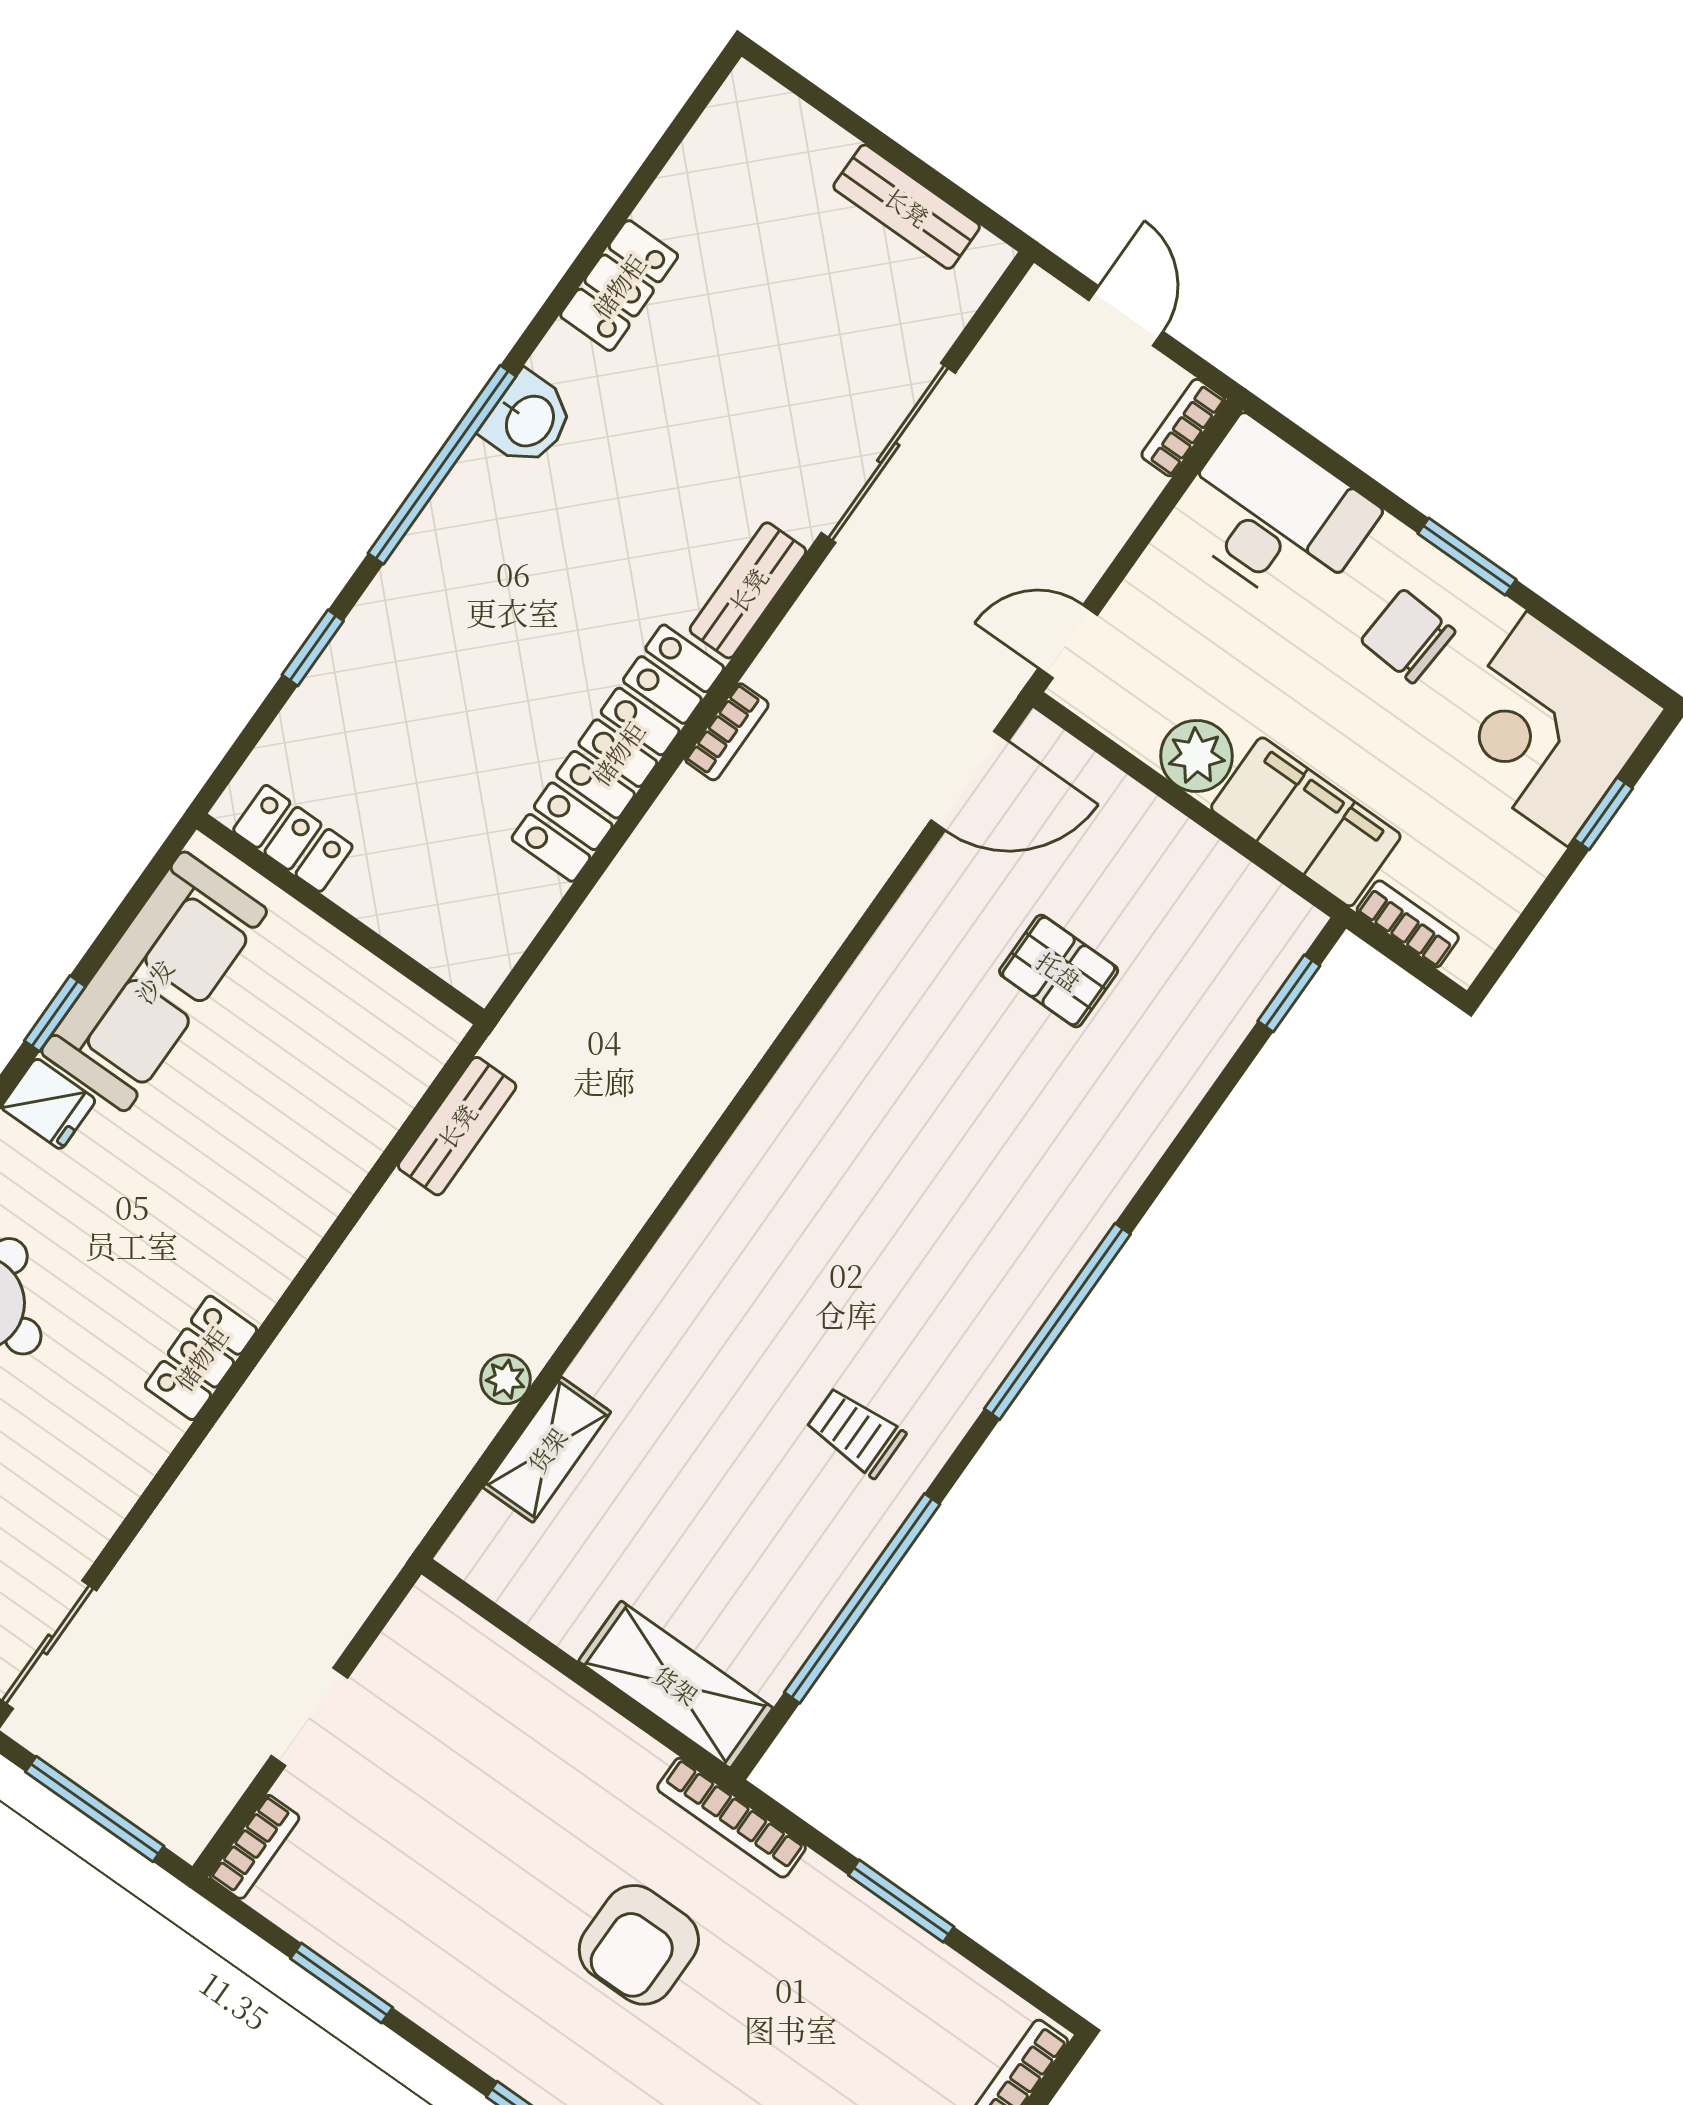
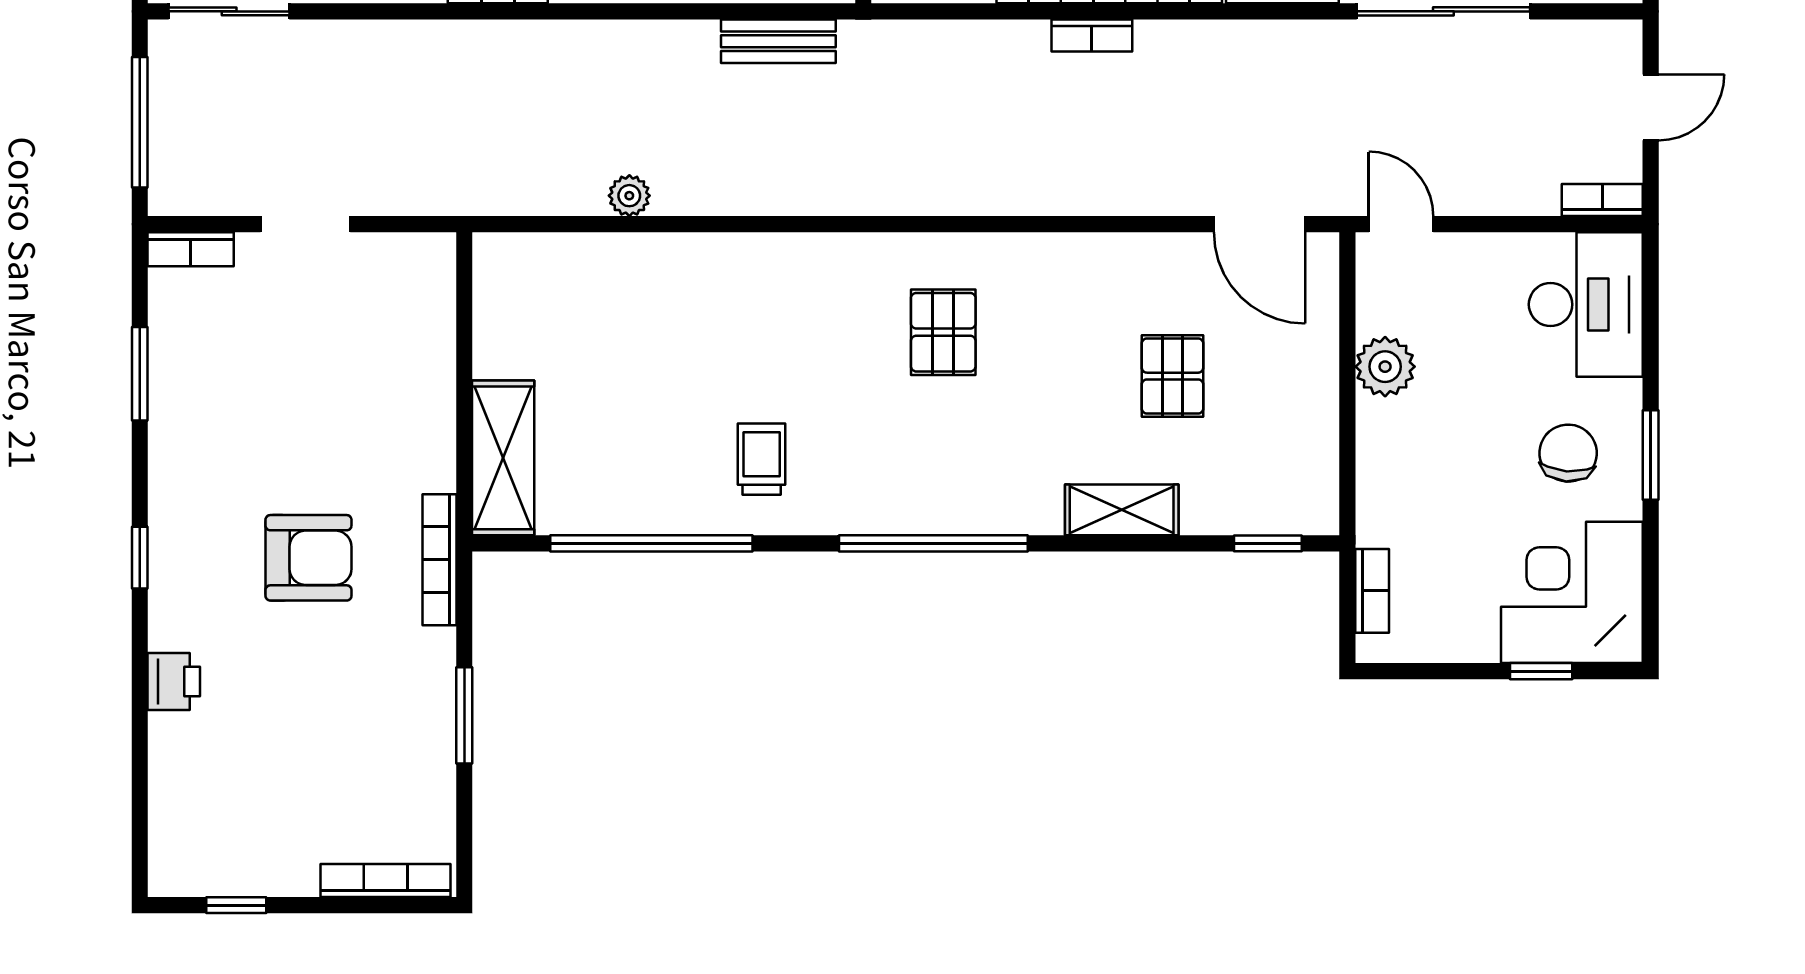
bookcase: (727, 732) -> (1092, 35), moved
filing cabinet: (1306, 822) -> (1393, 473), removed
pallet: (857, 1166) -> (943, 332), added
shelving: (547, 1450) -> (1122, 510), moved
armchair: (639, 1945) -> (308, 558), turned 180

